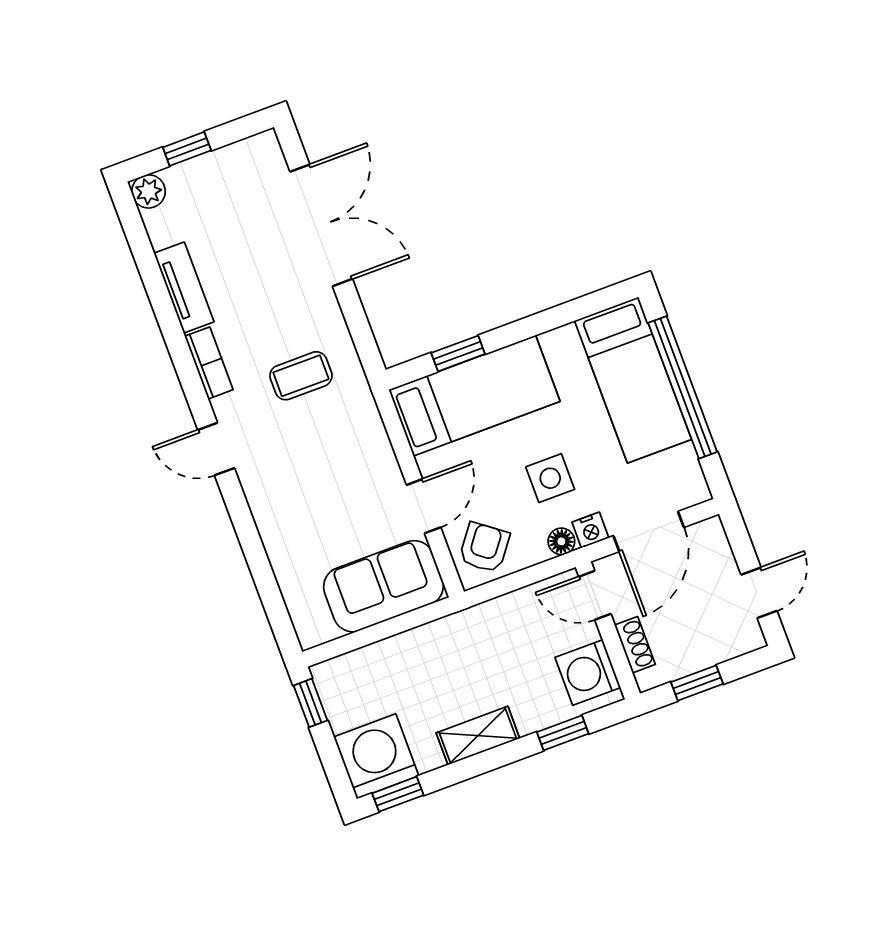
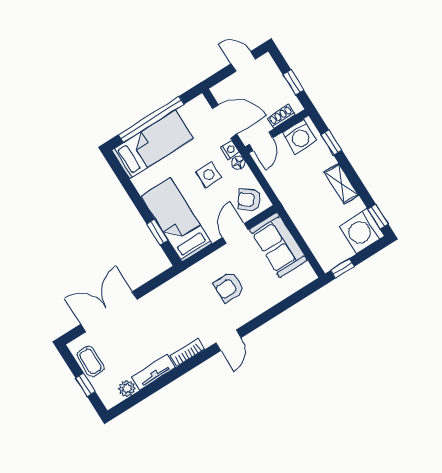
plant: (149, 191) -> (127, 389), moved
coffee table: (301, 376) -> (90, 361), moved
armchair: (320, 472) -> (229, 287), added
door: (424, 506) -> (235, 233), hinge flipped

